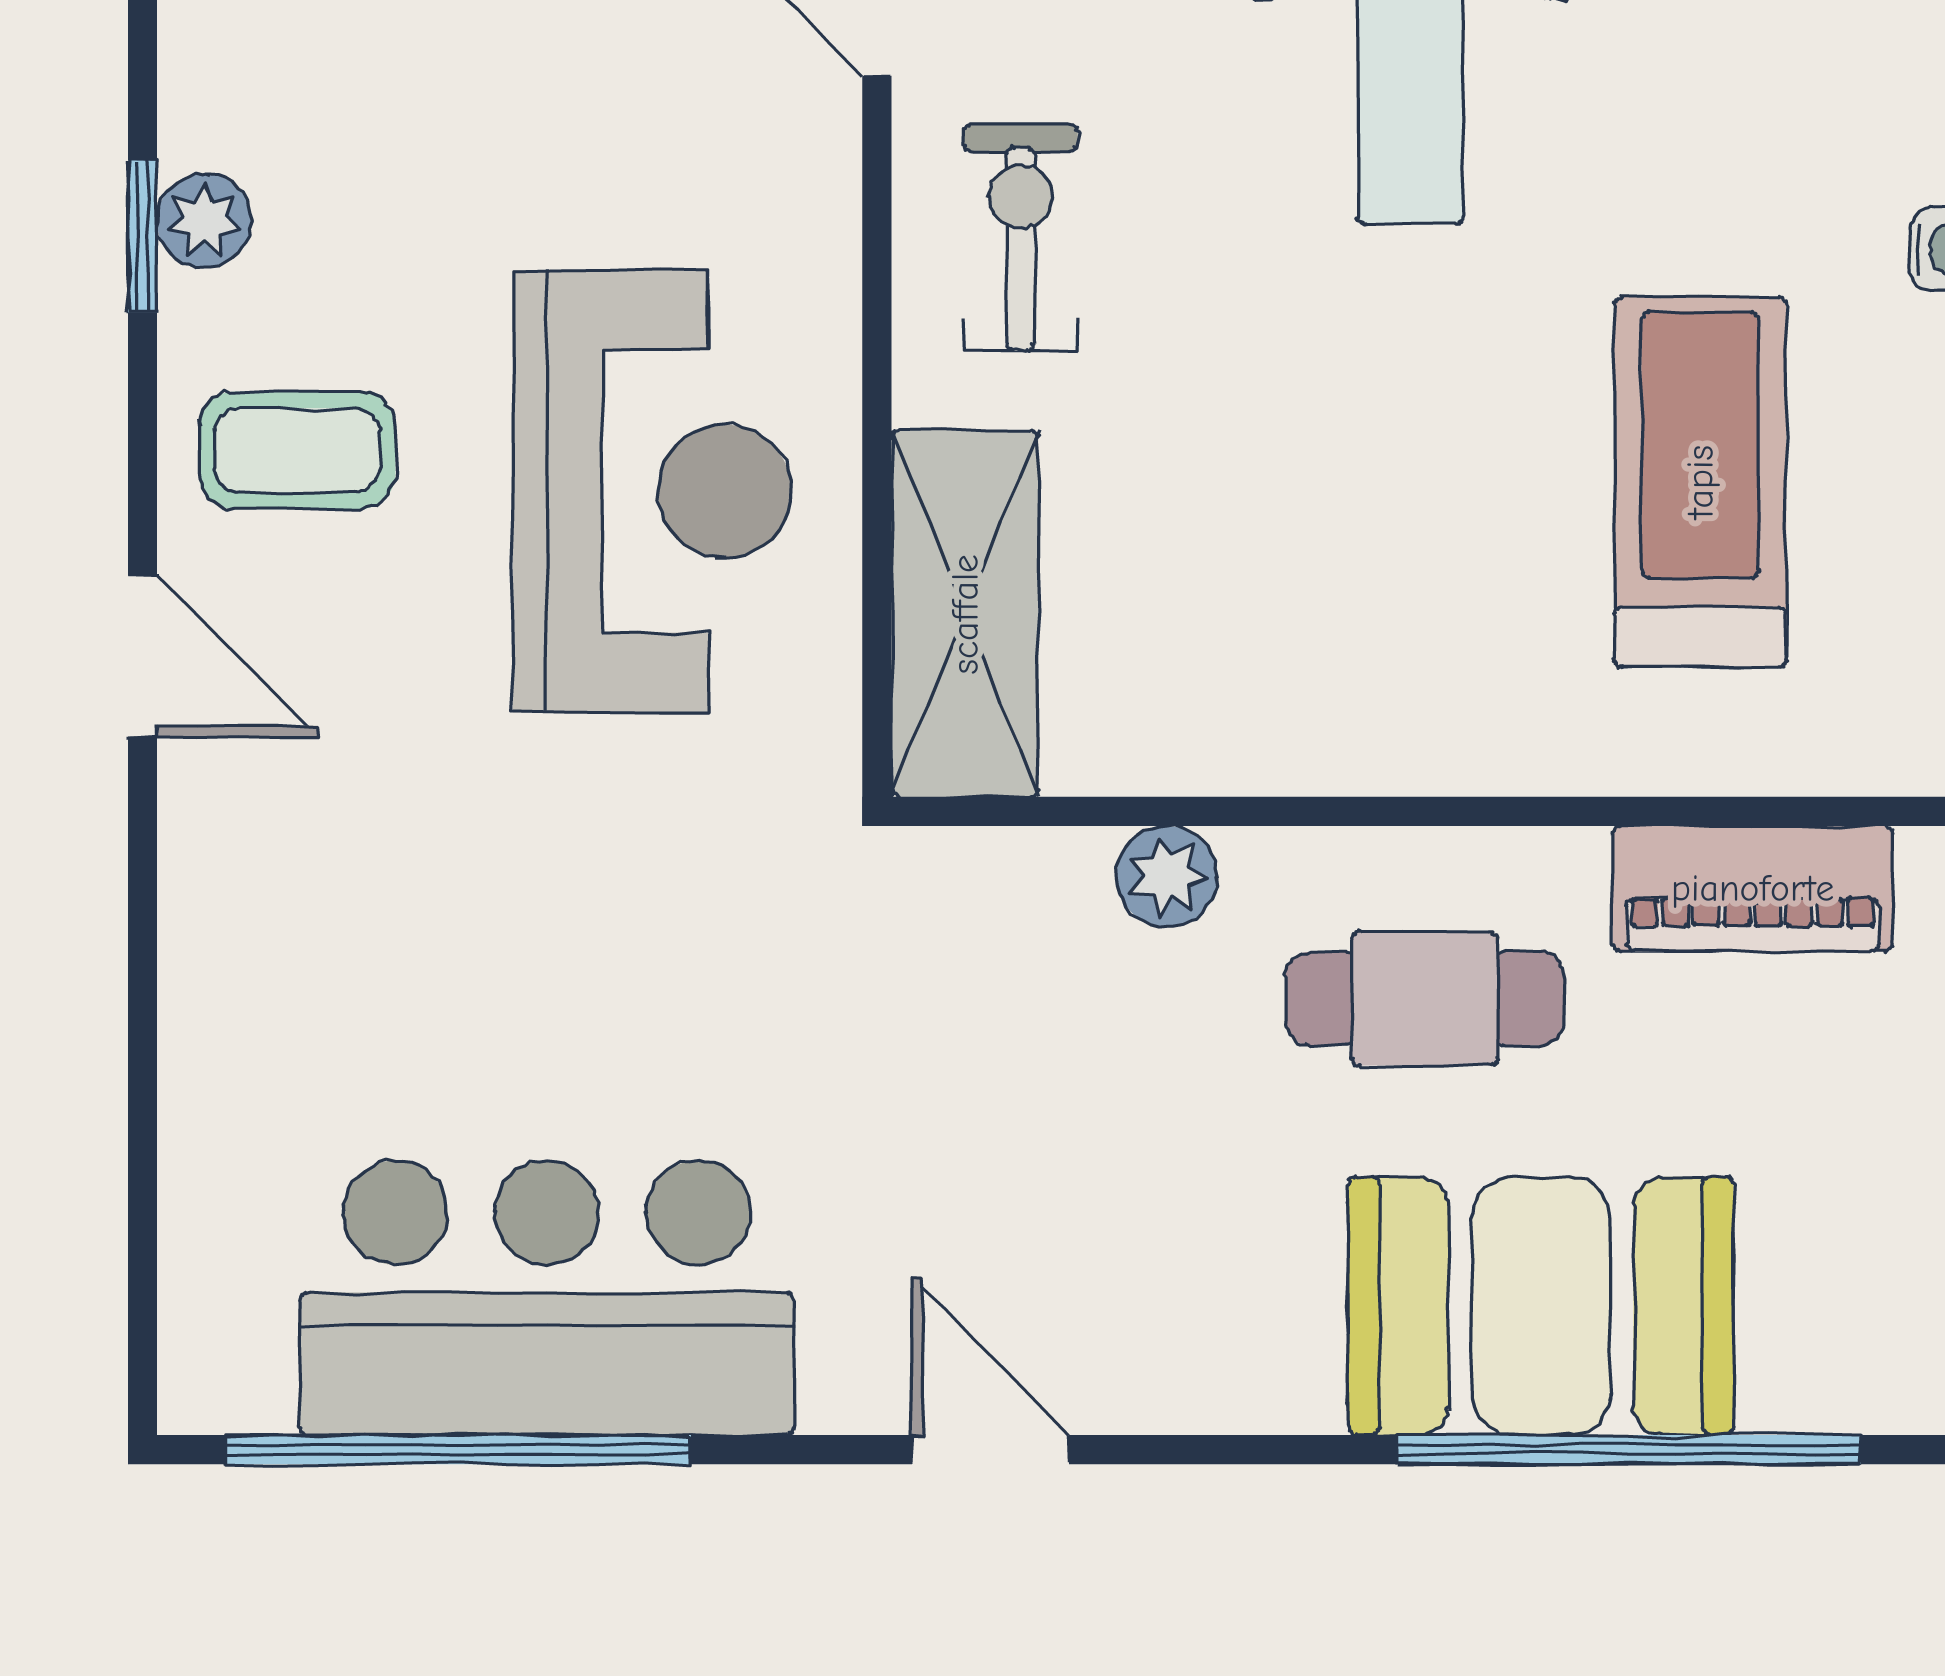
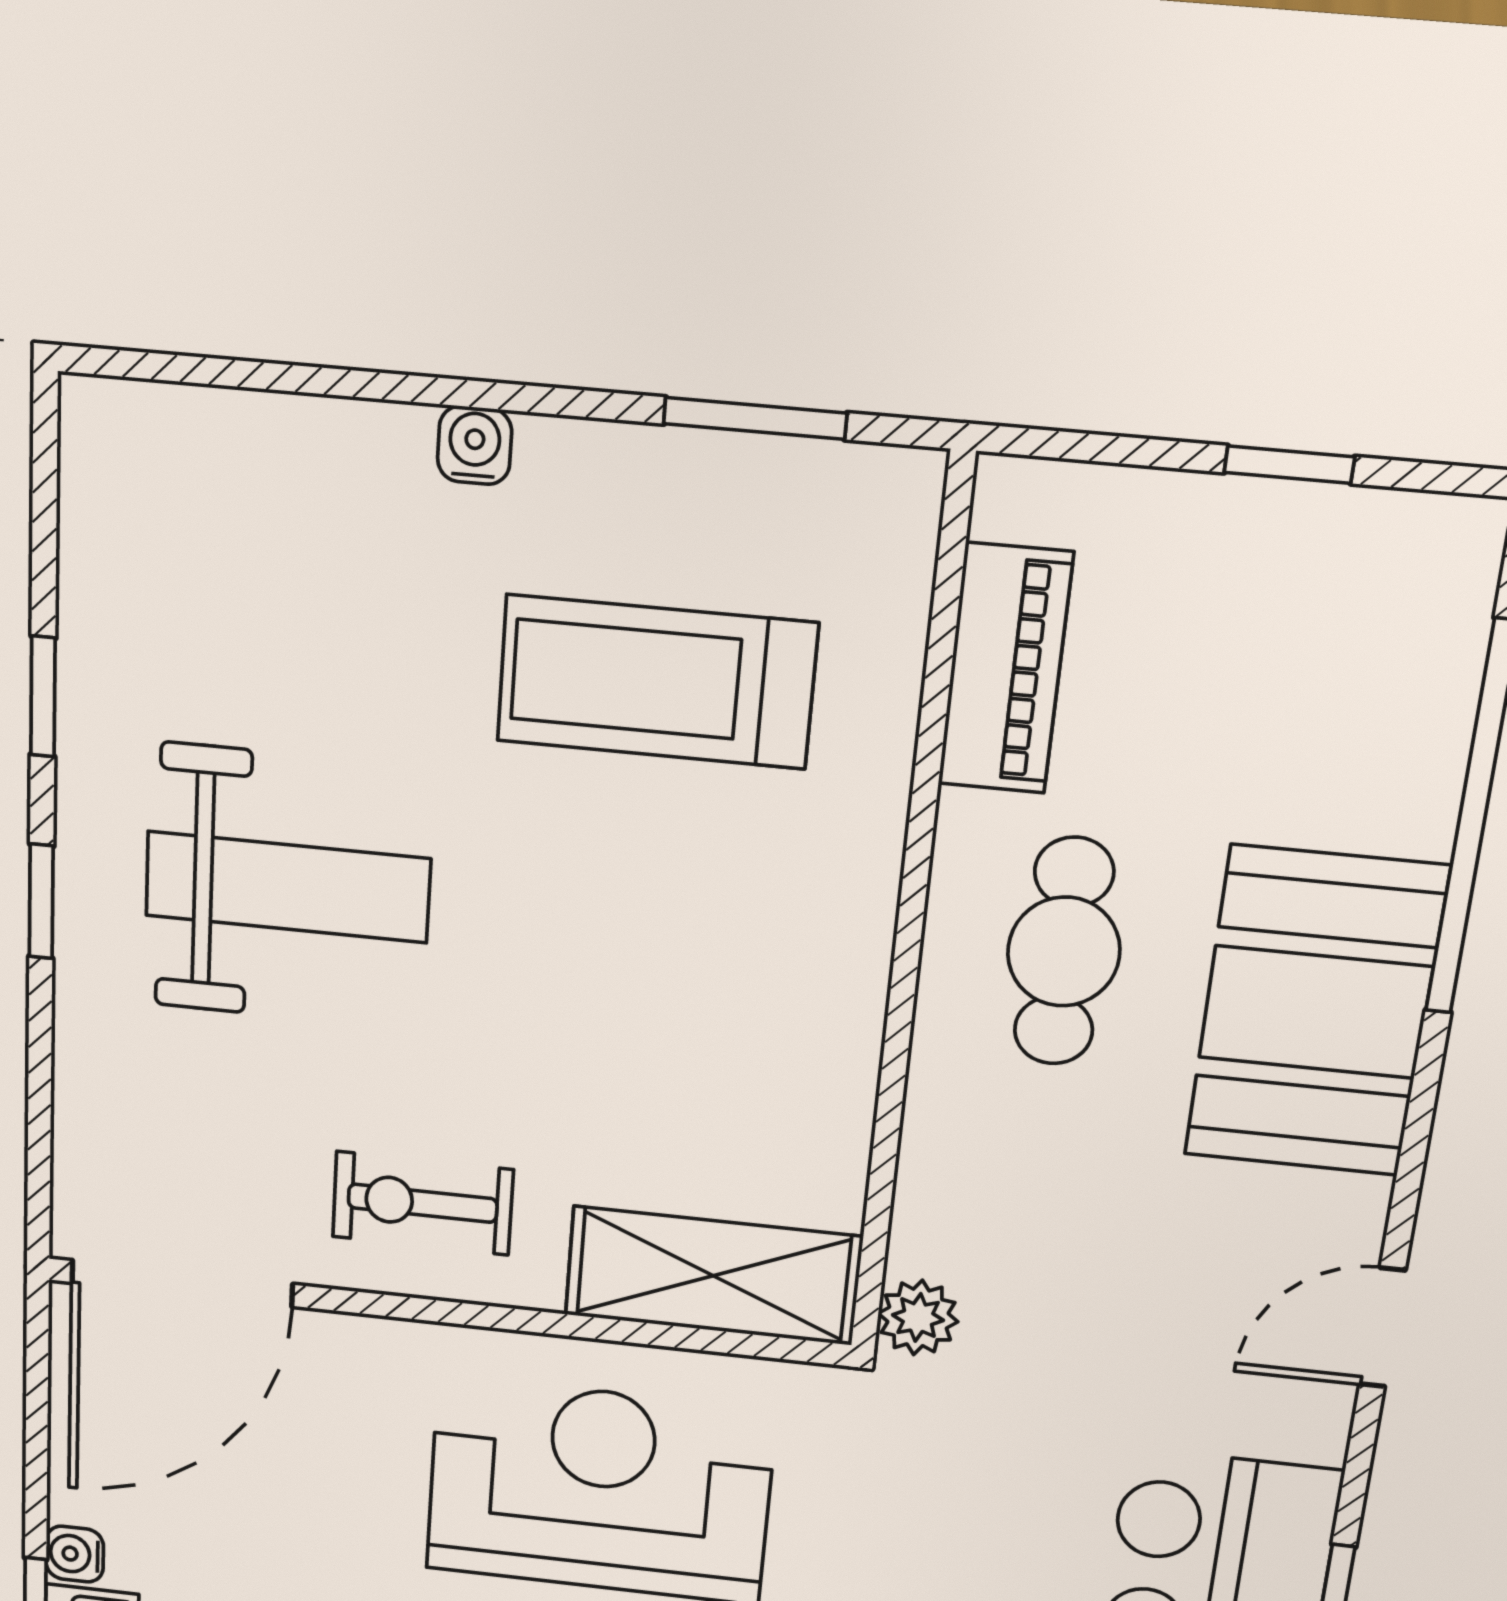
plant: (1167, 876) -> (918, 1318), moved
booth: (1541, 1306) -> (1315, 1012), moved

